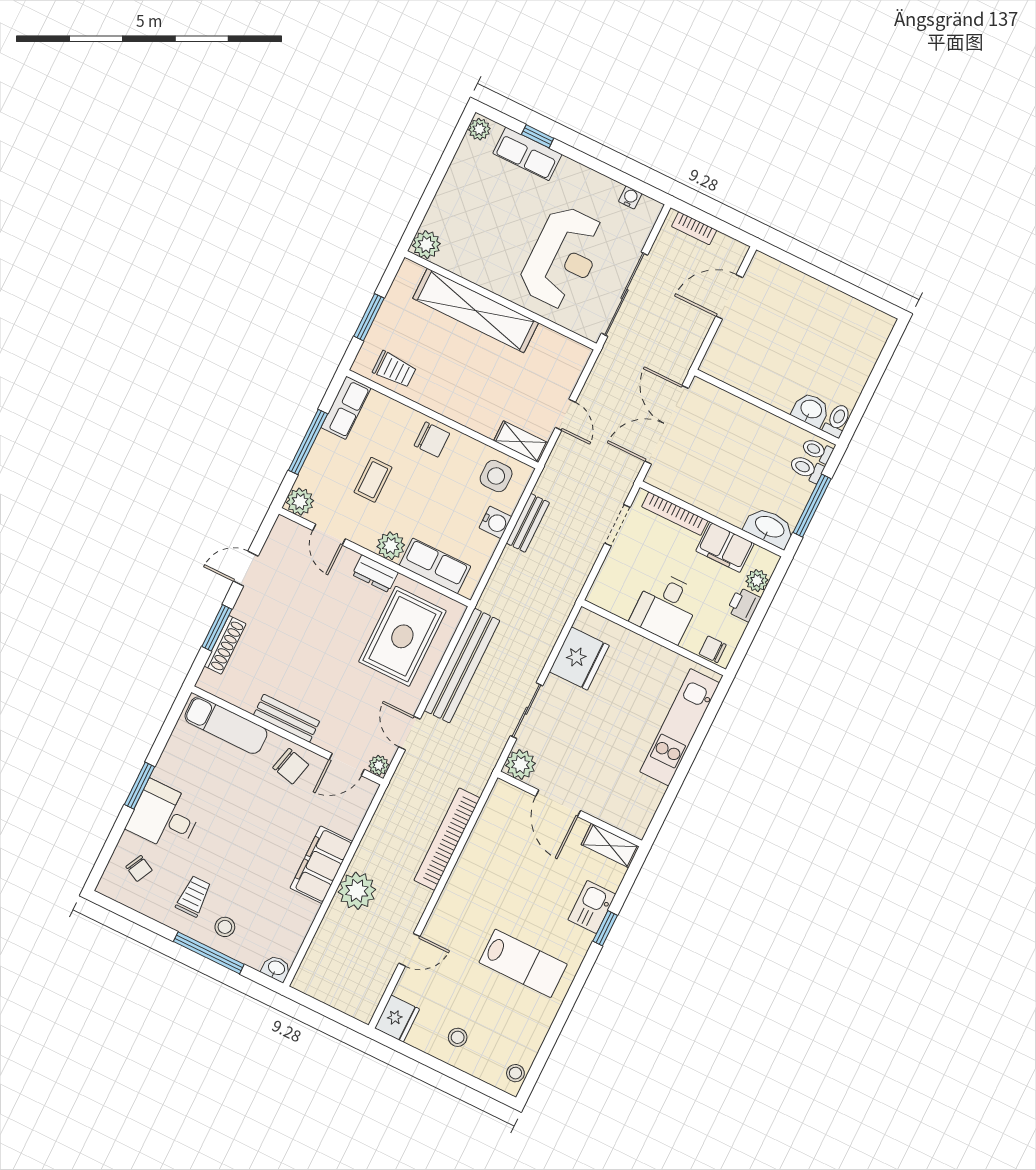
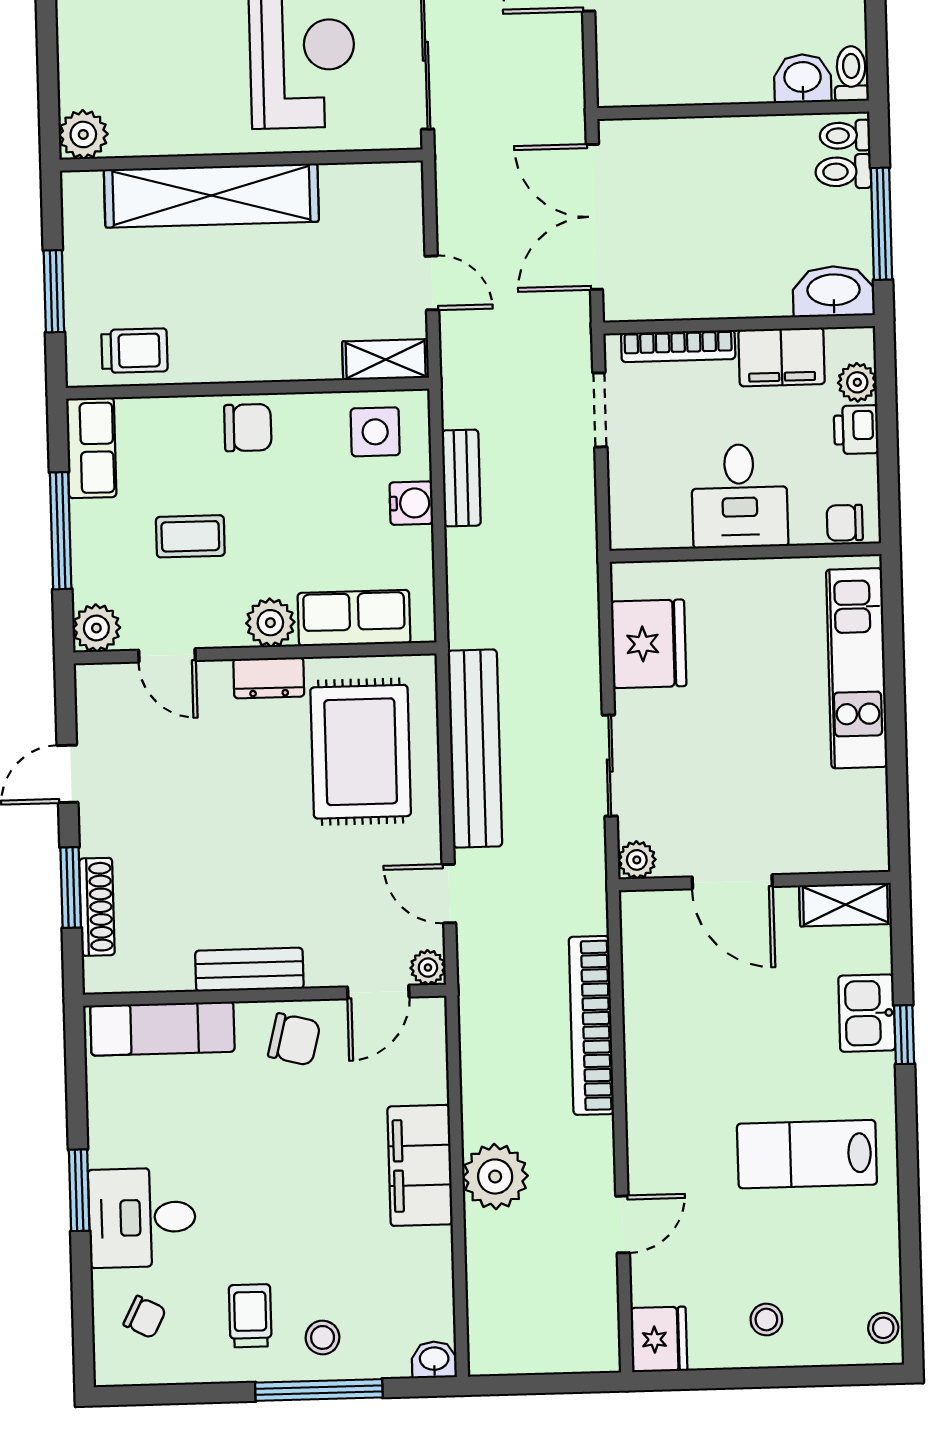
coffee table: (373, 480) -> (190, 536), turned 90
plant: (521, 764) -> (637, 860), width x0.73, depth x0.73
lab bench: (523, 963) -> (807, 1154), turned 180

